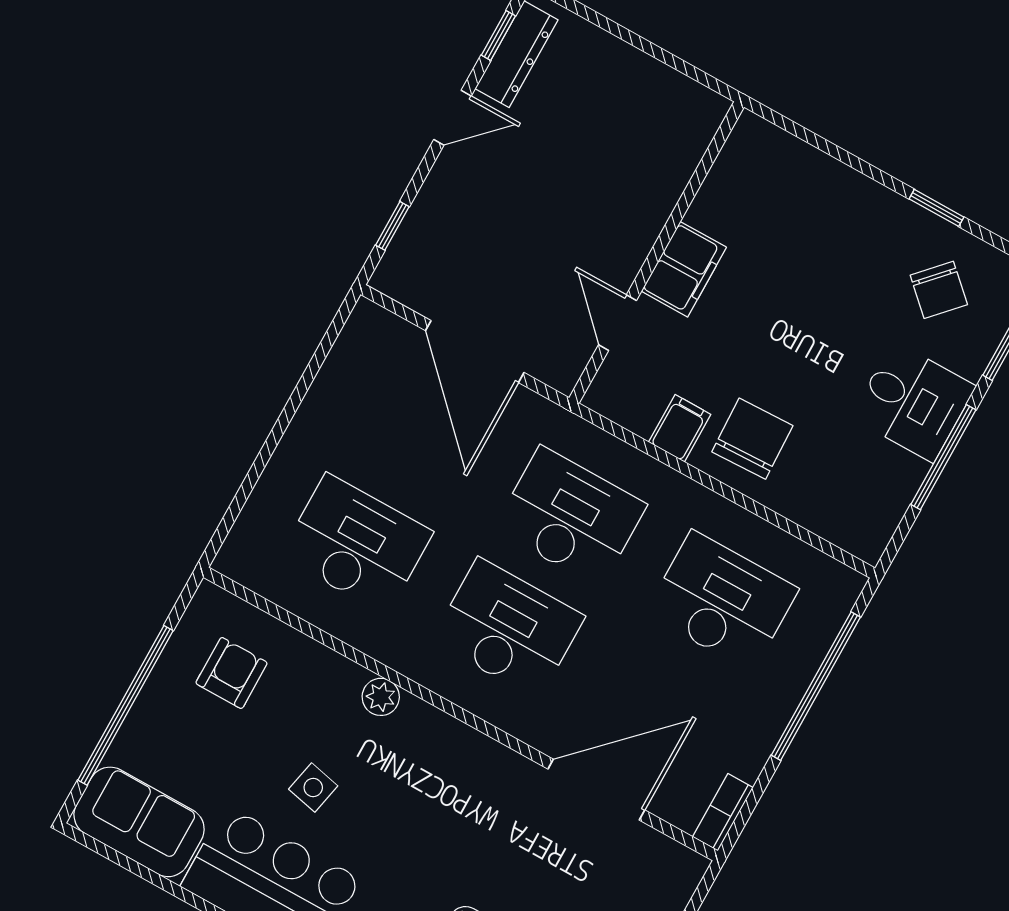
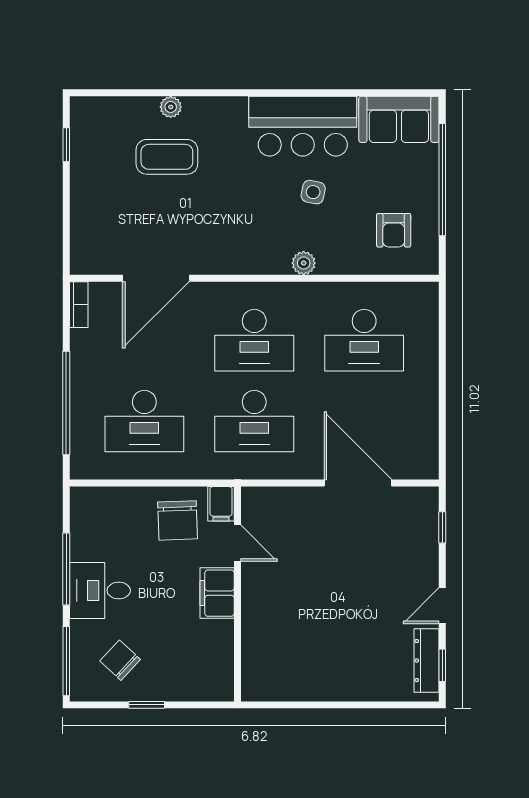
wall: (657, 252) -> (237, 594), moved
filing cabinet: (684, 269) -> (217, 593), moved
door: (617, 323) -> (237, 543), moved

